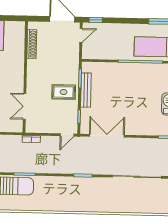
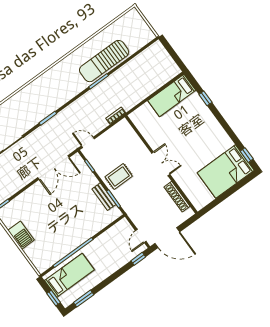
bench: (86, 90) -> (104, 197), width x0.73
double door: (25, 106) -> (161, 164), moved
door: (67, 135) -> (88, 142), hinge flipped

